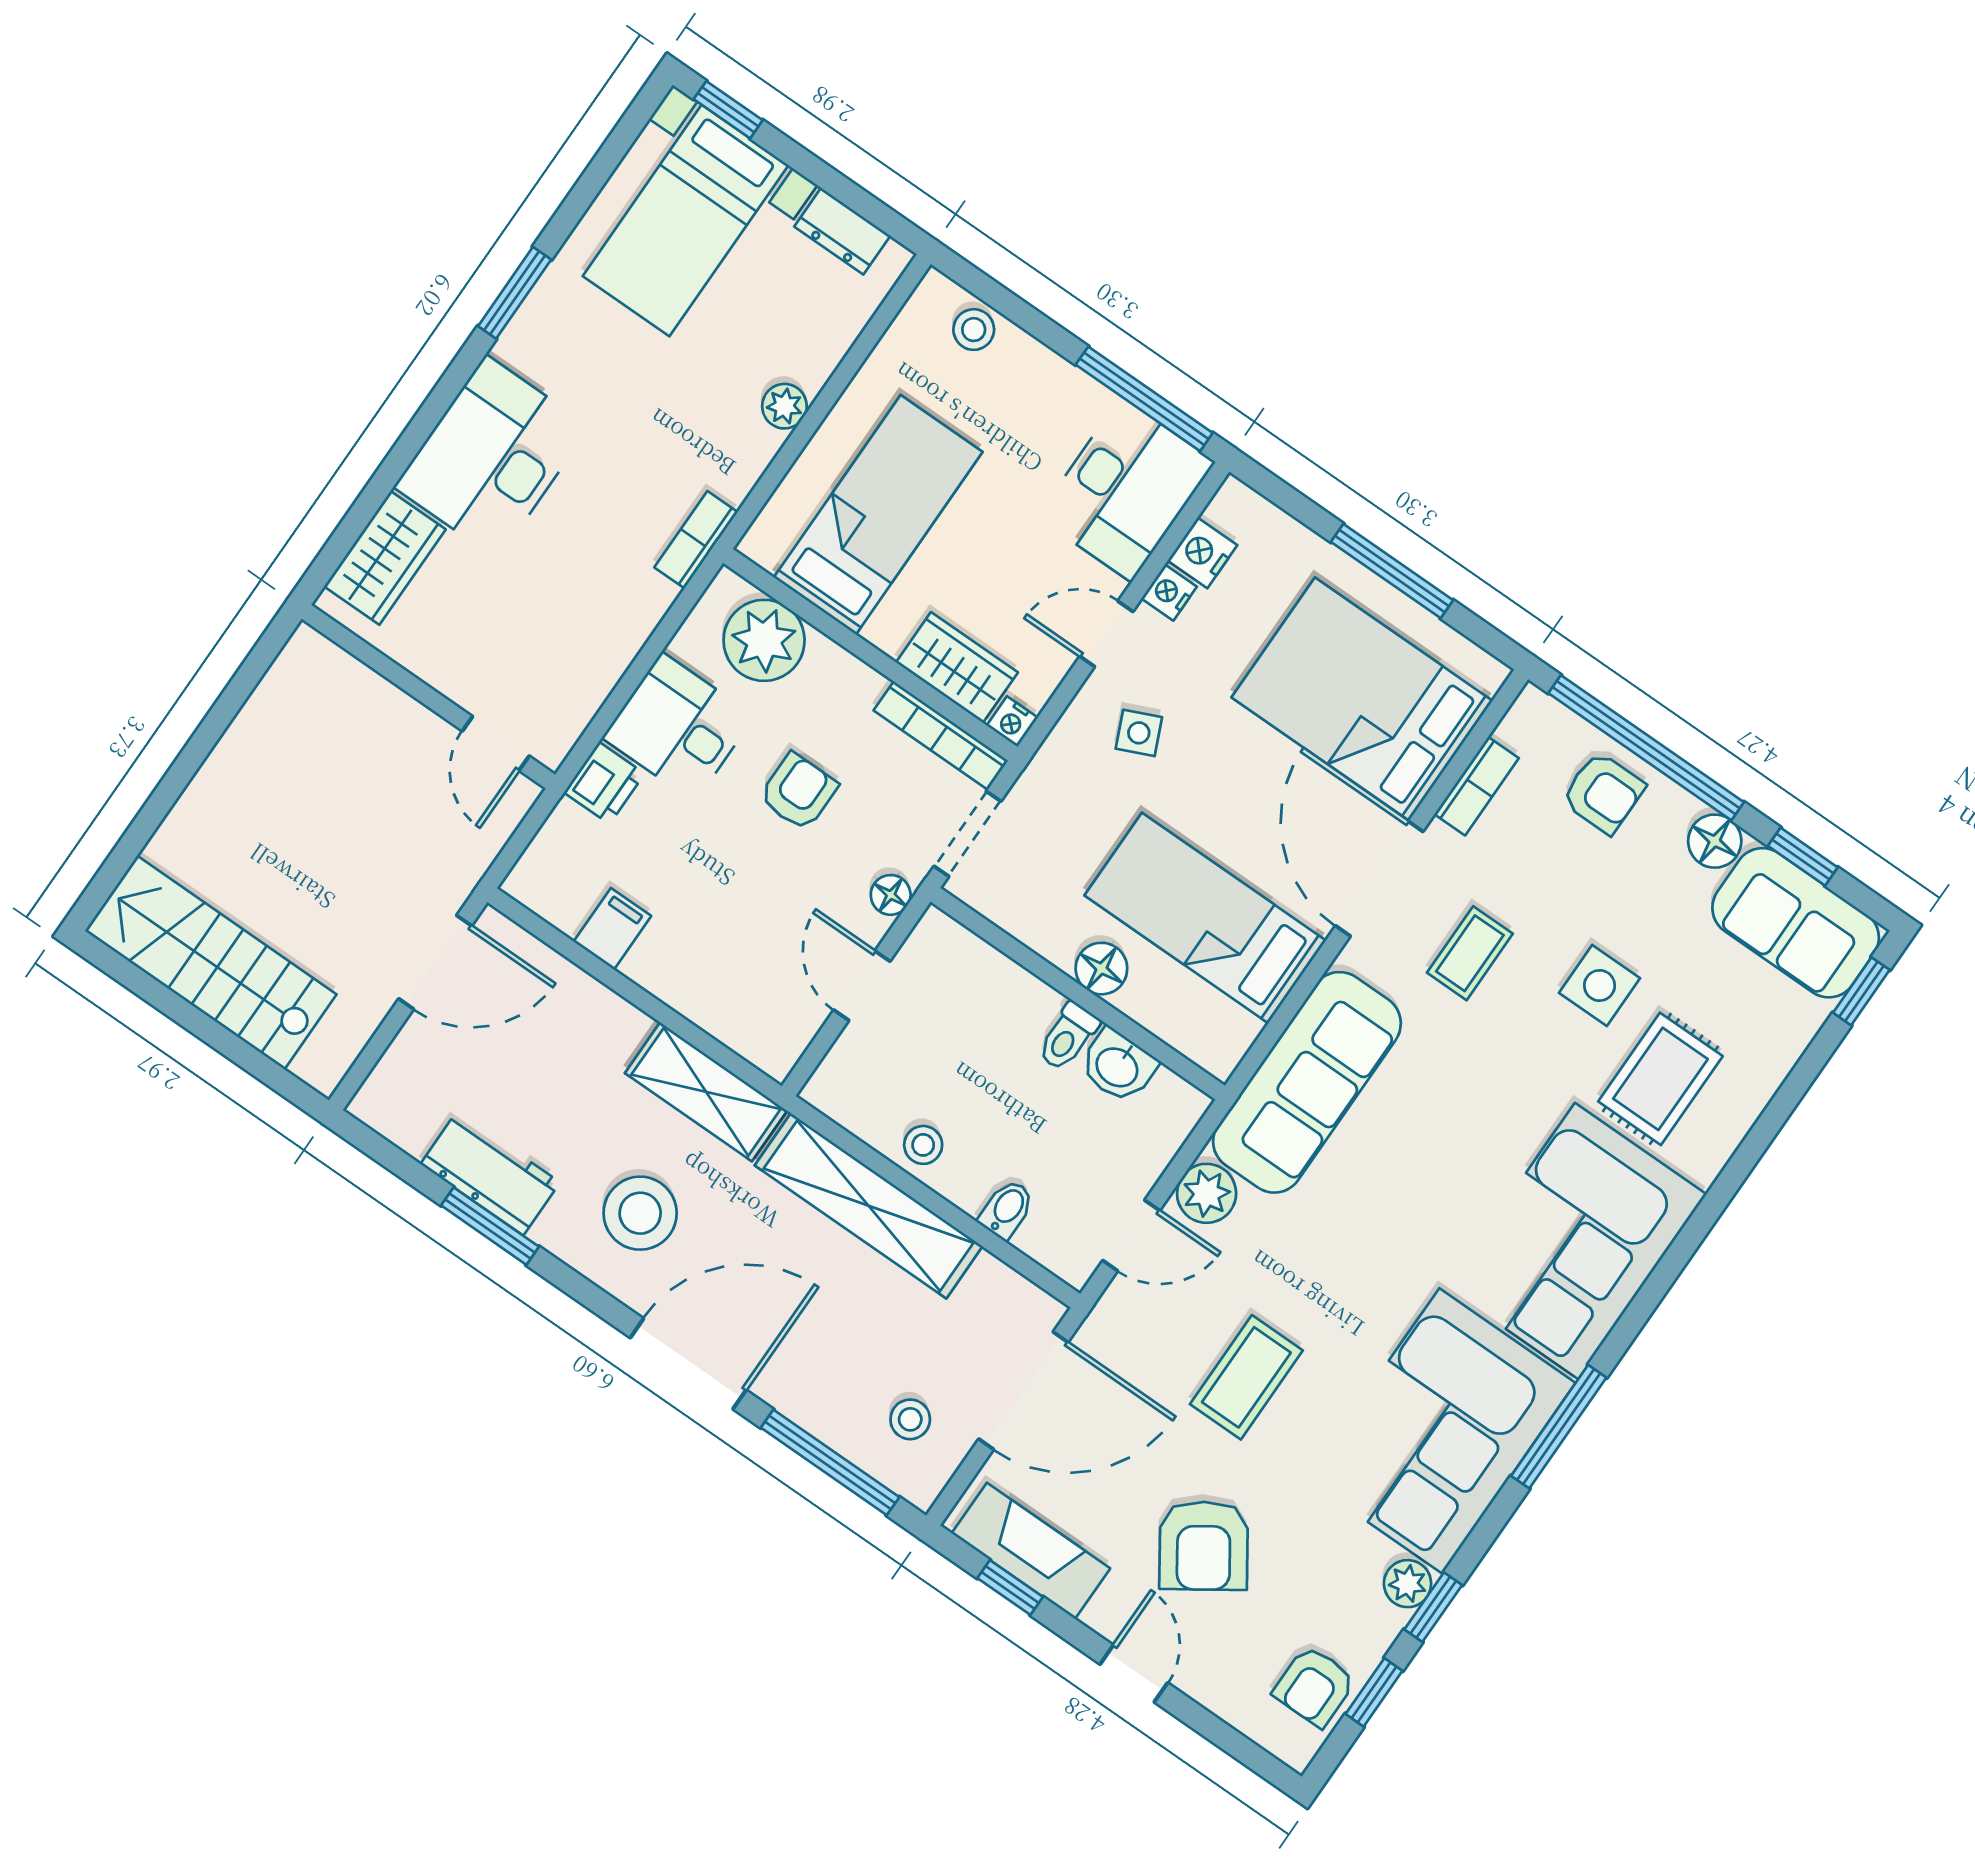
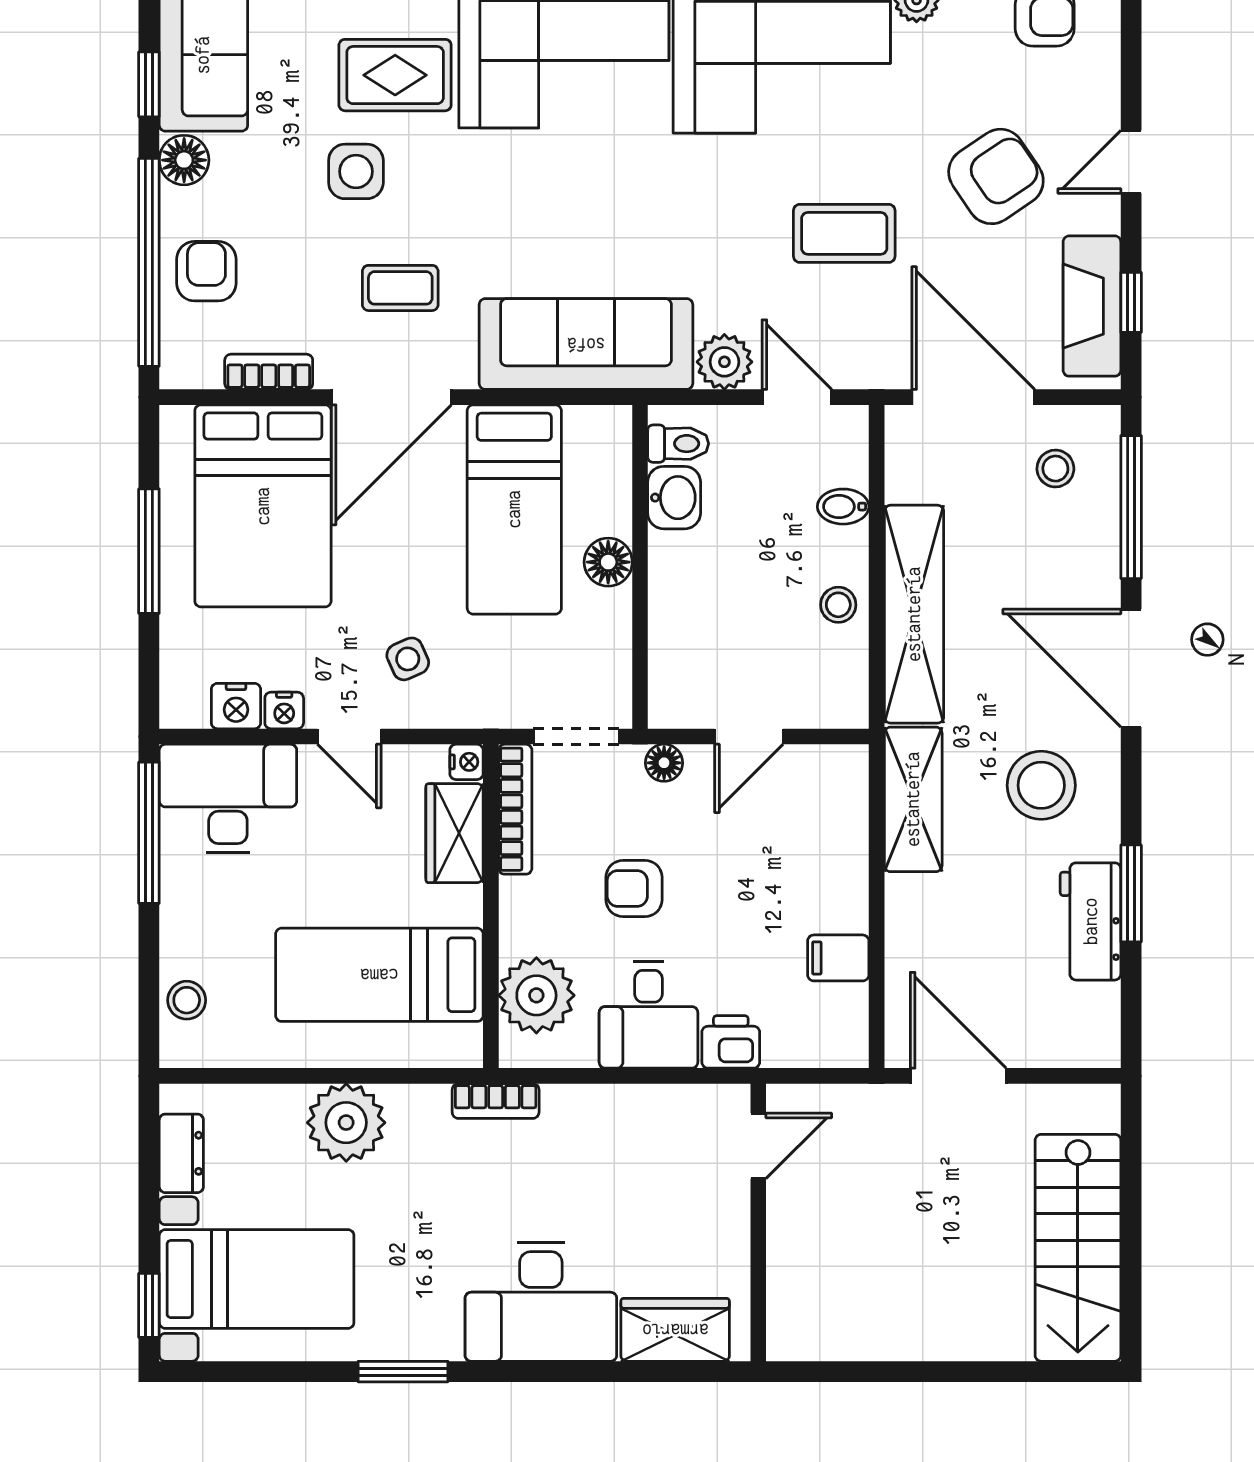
plant: (784, 406) -> (346, 1123), width x1.87, depth x1.87
toilet: (1068, 1037) -> (678, 444), moved

